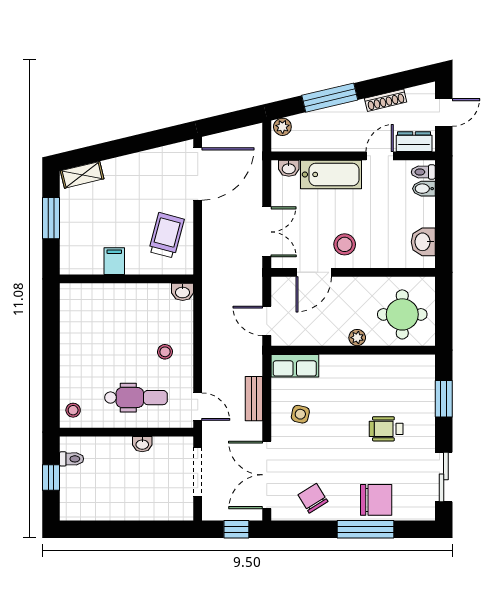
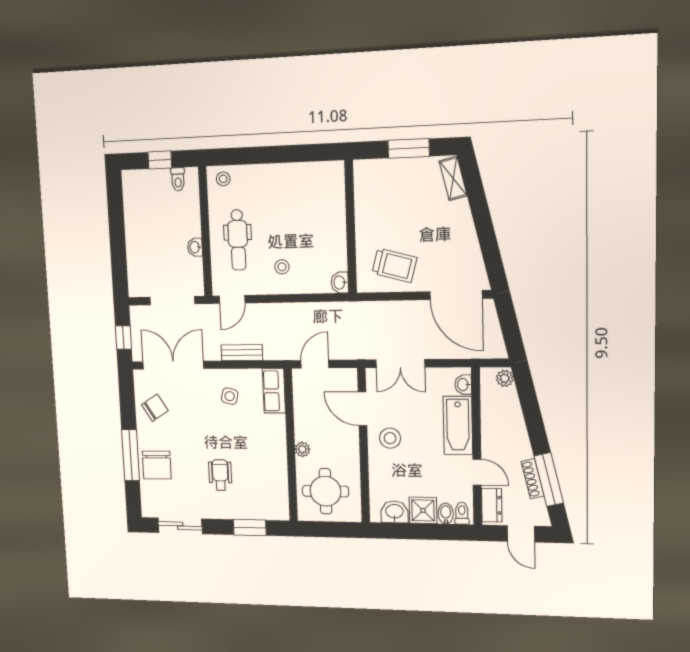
window: (330, 98) -> (549, 480), moved
shower: (421, 212) -> (423, 510), added
filing cabinet: (114, 261) -> (368, 214), removed

